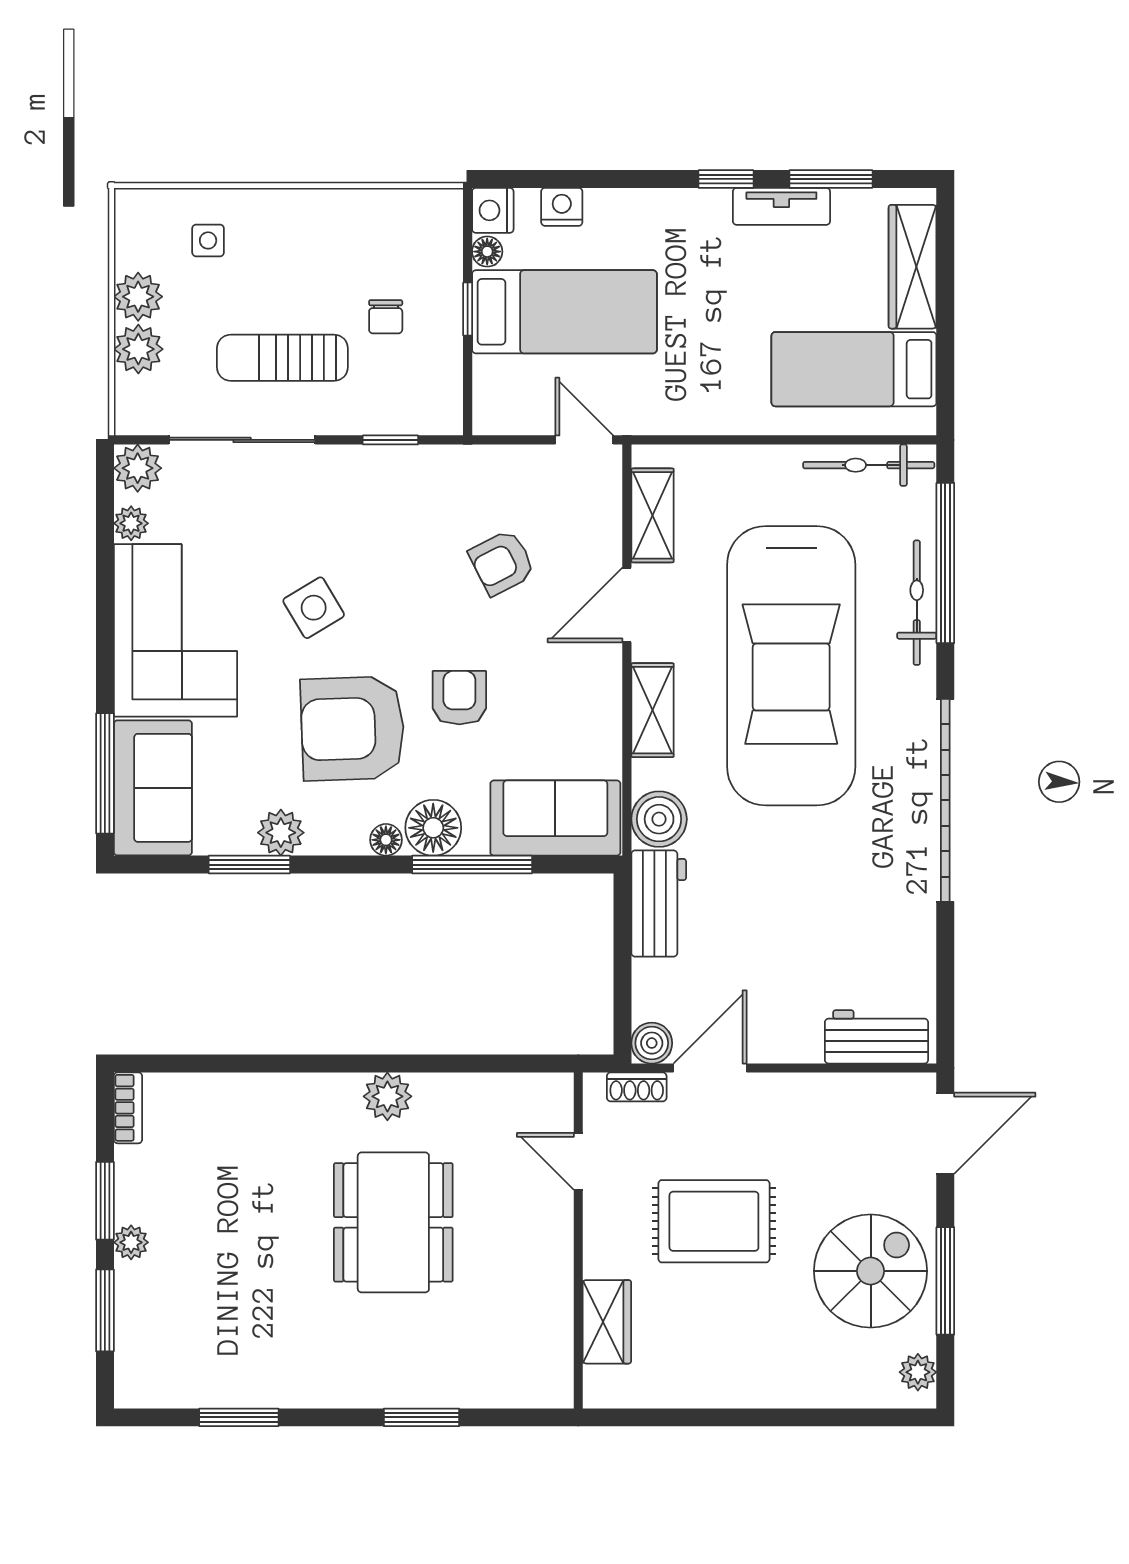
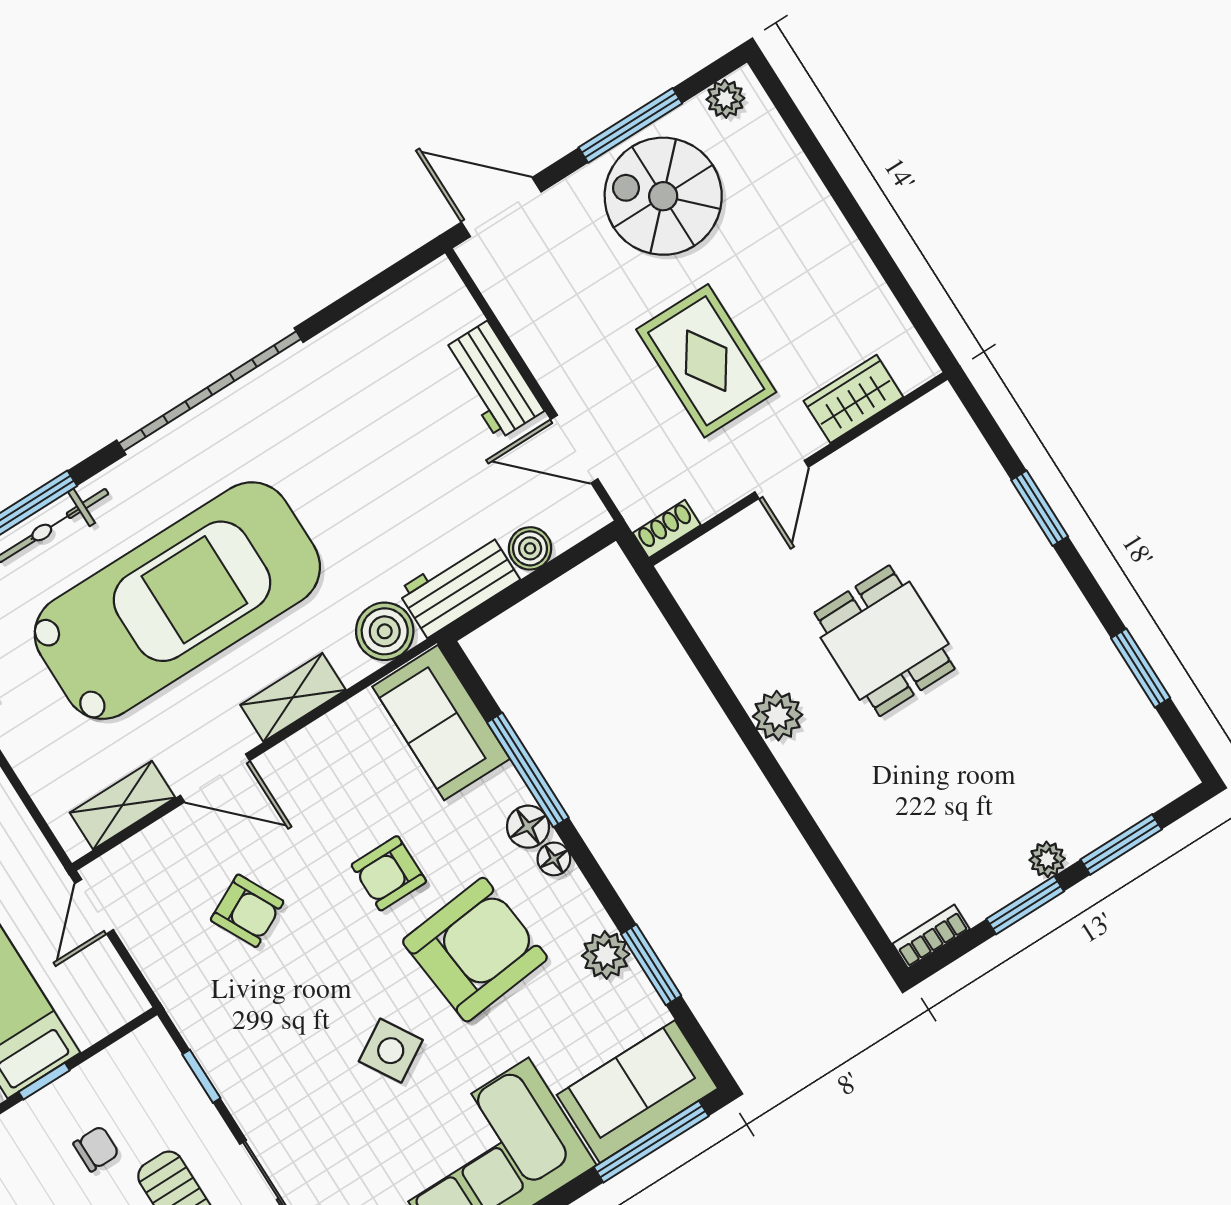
armchair: (353, 729) -> (475, 950), turned -94
floor lamp: (433, 828) -> (528, 827), width x0.73, depth x0.73
workbench: (876, 1037) -> (493, 380), moved
boiler: (652, 1043) -> (530, 548), moved
shoe rack: (637, 1087) -> (667, 529), moved, turned -90
door: (578, 1161) -> (782, 479), moved
dining table: (393, 1222) -> (885, 641), width x0.73

